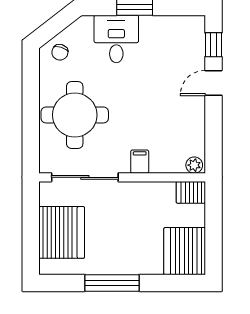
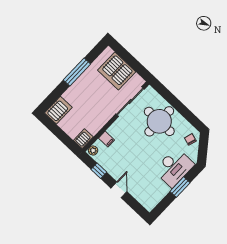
desk: (116, 39) -> (174, 167), width x1.37
window: (213, 45) -> (99, 171), moved
filing cabinet: (140, 162) -> (107, 139), moved
server rack: (185, 251) -> (58, 110), width x0.62

